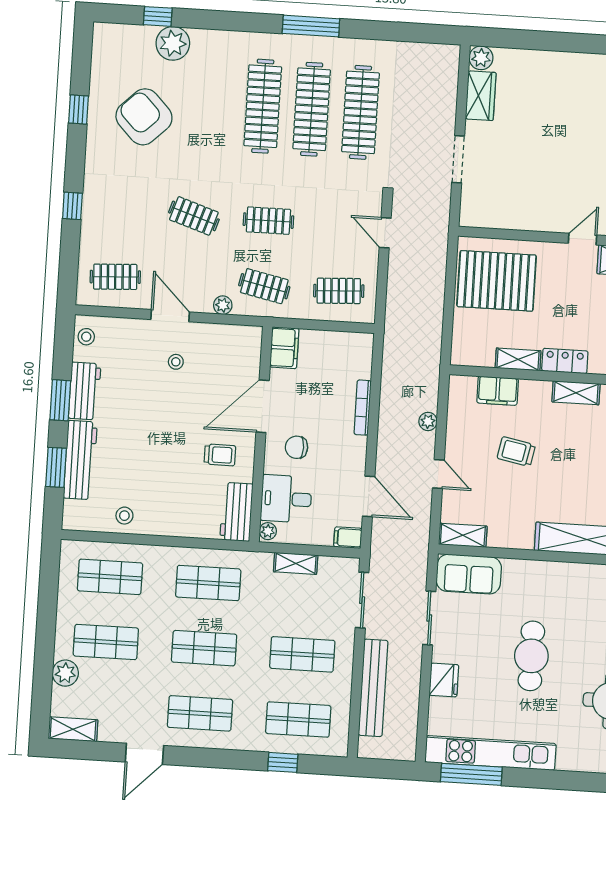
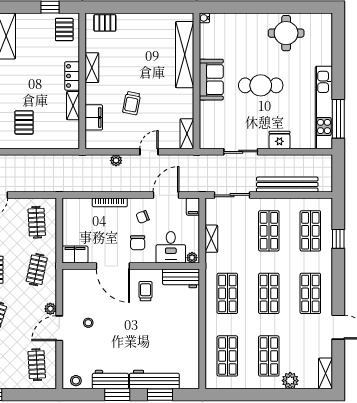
pallet: (497, 281) -> (24, 122), width x0.49, depth x0.50
plant: (223, 305) -> (50, 309), moved
chair: (337, 458) -> (143, 217), added
stool: (124, 516) -> (188, 349), removed
sofa: (469, 574) -> (211, 80), moved

